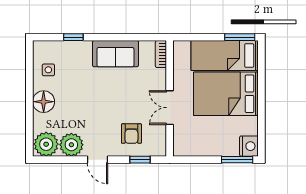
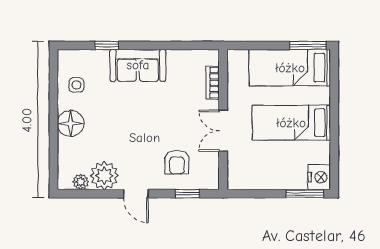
sofa: (115, 54) -> (138, 65), moved
bookcase: (161, 54) -> (213, 83), moved
bed: (226, 94) -> (291, 123), width x0.67
plant: (46, 144) -> (81, 182), width x0.53, depth x0.53

